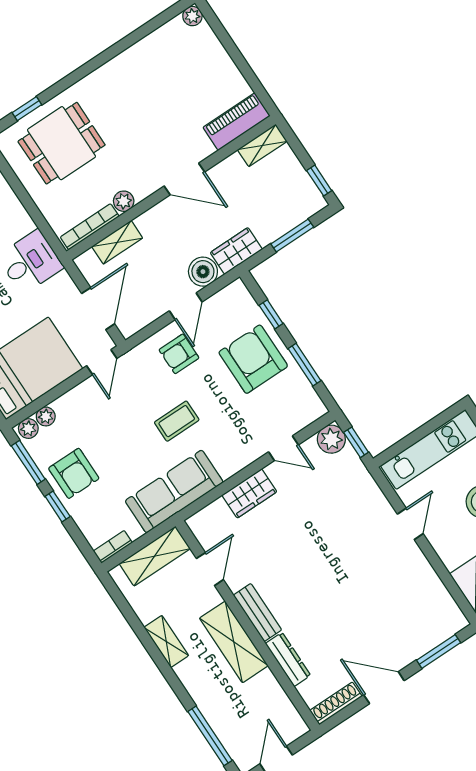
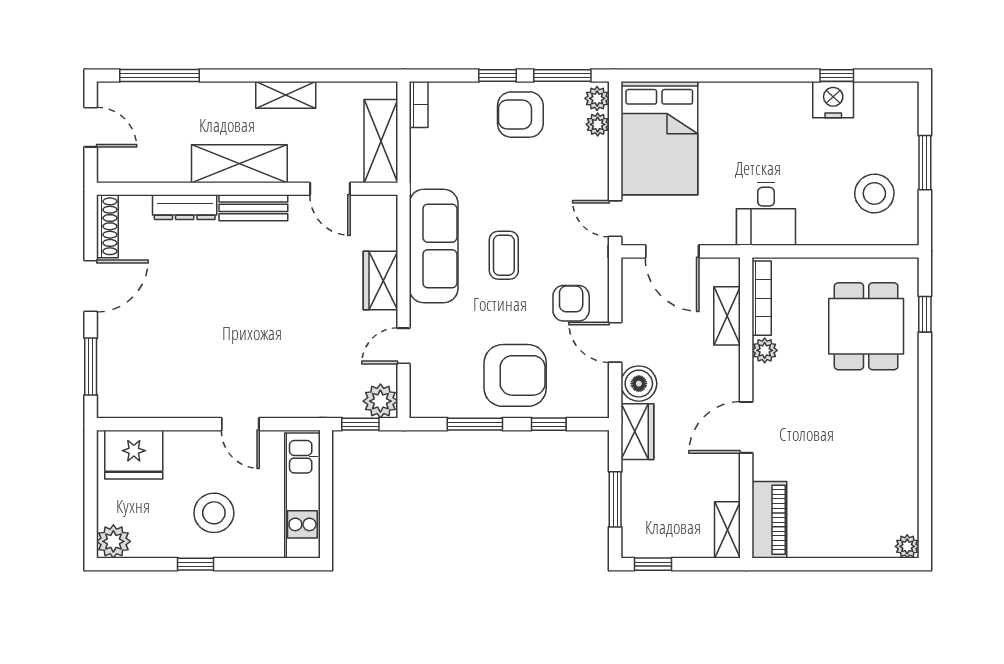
sofa: (174, 492) -> (434, 246), moved

